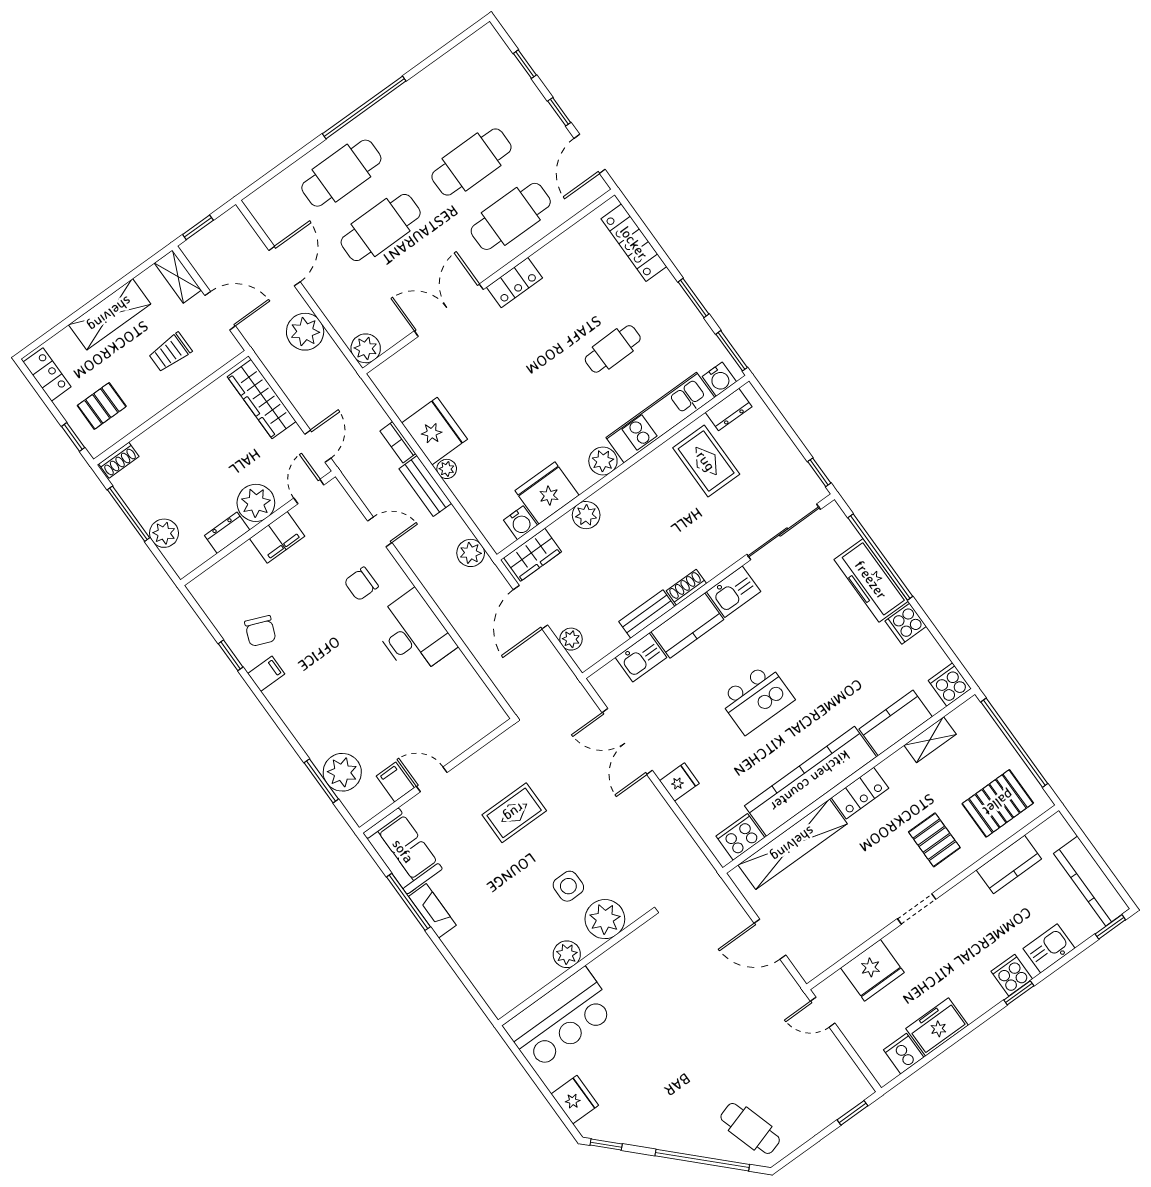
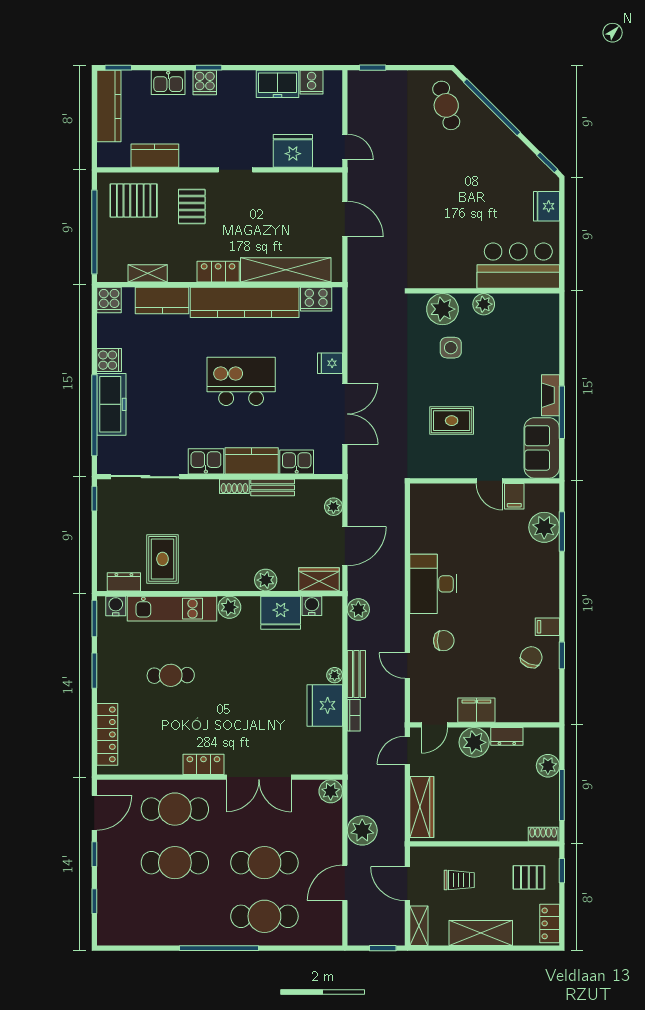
kitchen island: (756, 699) -> (241, 381), width x1.37, depth x1.28

